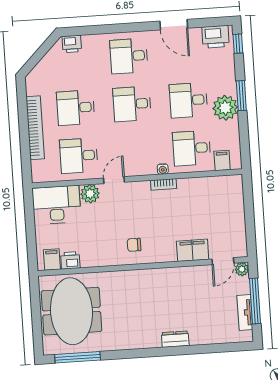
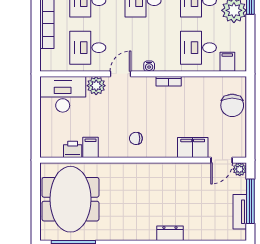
water cooler: (163, 169) -> (149, 66), moved
chair: (230, 205) -> (232, 105), added
filing cabinet: (52, 259) -> (91, 147), moved

